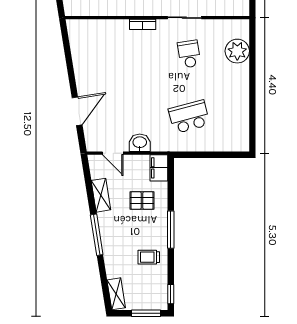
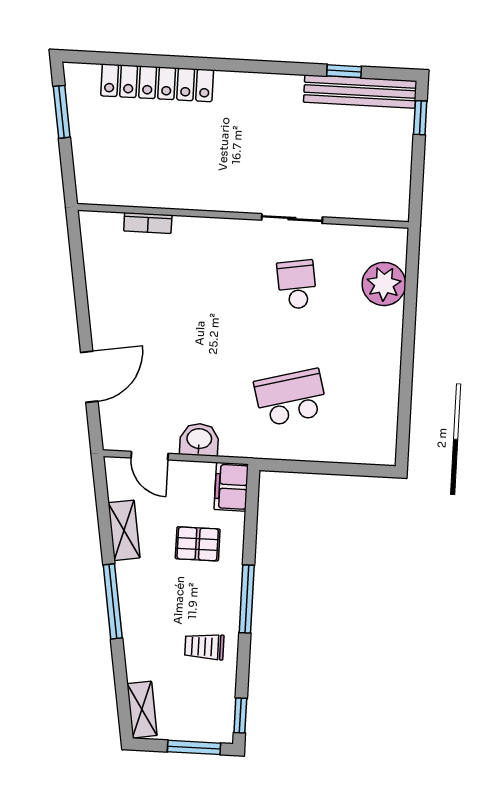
bookcase: (143, 24) -> (148, 223), moved

